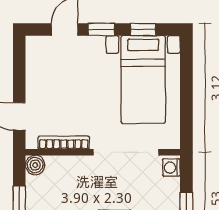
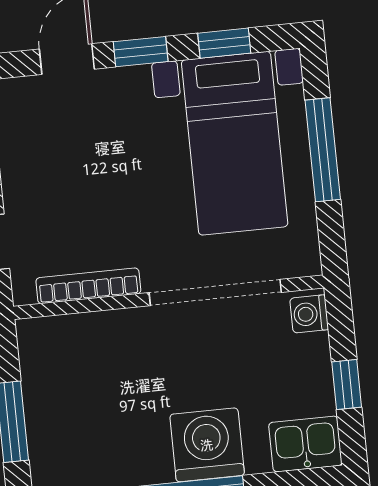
window: (186, 87) -> (323, 150), added
boiler: (35, 165) -> (36, 337), removed

